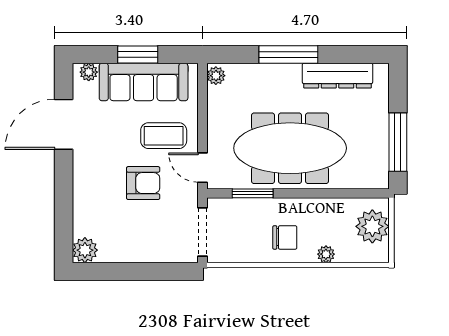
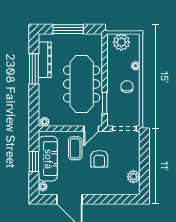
window: (288, 55) -> (34, 69), moved
window: (398, 142) -> (68, 29), moved
armchair: (143, 183) -> (99, 159), turned 180
plant: (85, 250) -> (133, 177), moved

